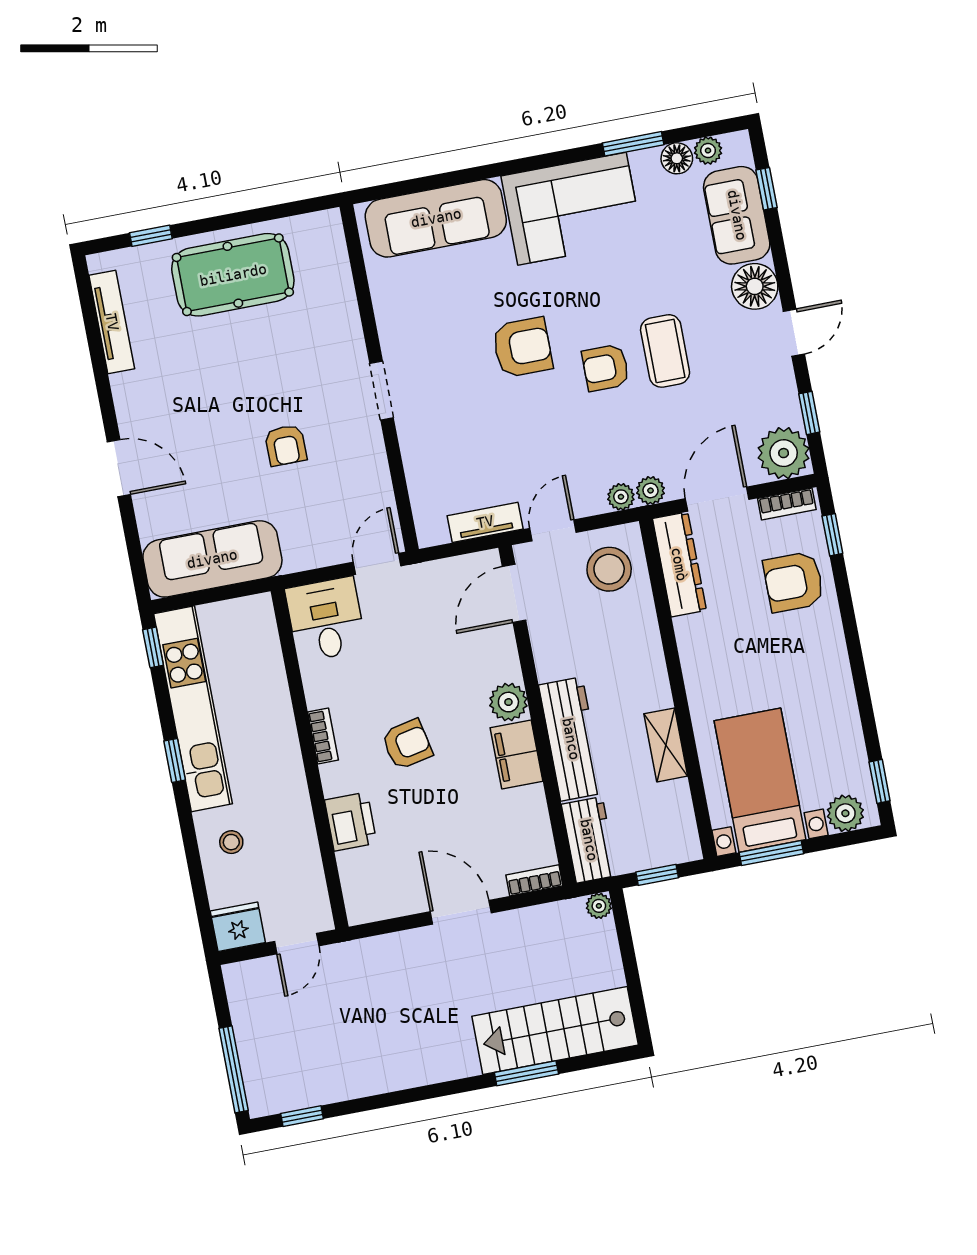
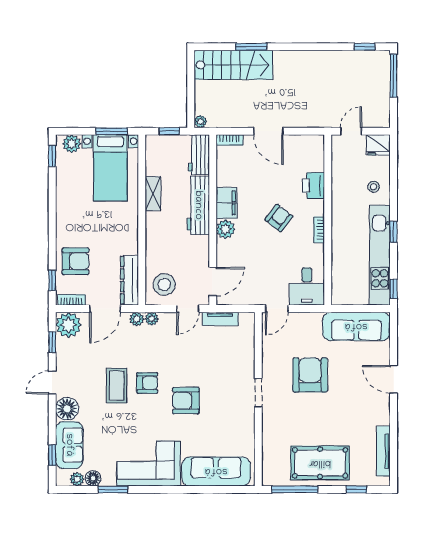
window: (273, 213) -> (295, 489), added
armchair: (286, 445) -> (310, 375), width x1.88, depth x1.88
armchair: (407, 744) -> (279, 218), turned 140

